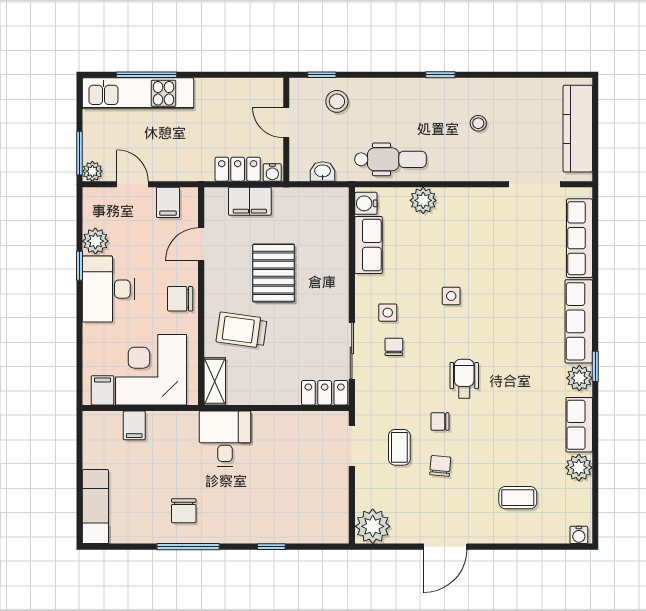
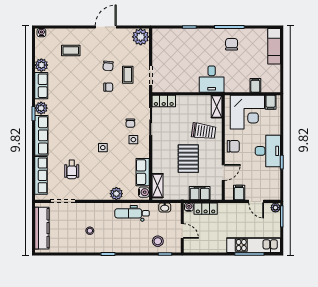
shelving: (338, 217) -> (157, 186), added
plant: (95, 241) -> (274, 174), removed
wheelchair: (464, 379) -> (72, 170), moved

